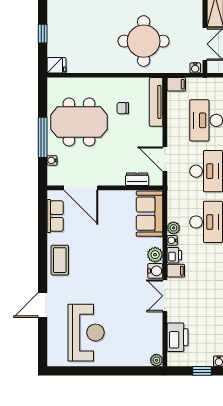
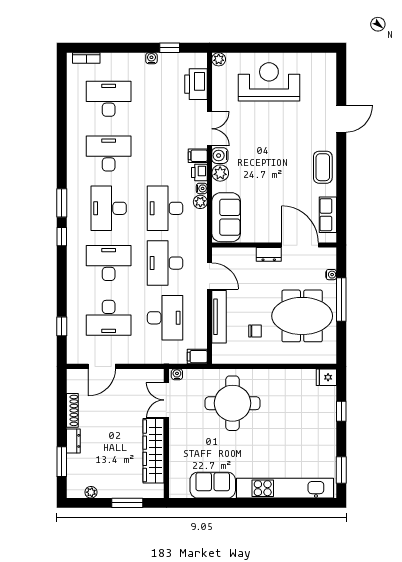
tv unit: (156, 102) -> (219, 317), moved
dresser: (137, 179) -> (269, 254), moved
reception desk: (86, 333) -> (269, 82), moved, turned 90

